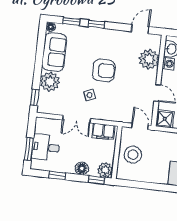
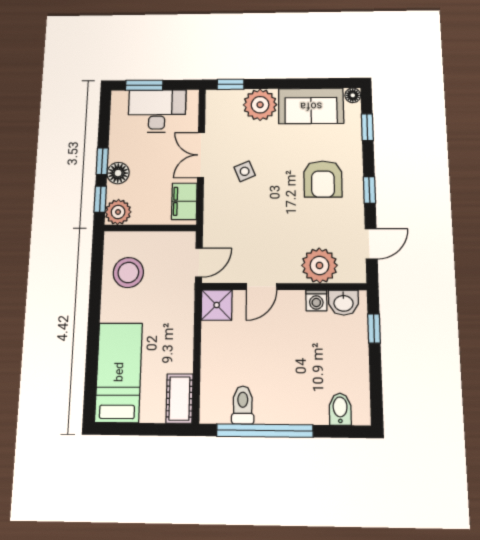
window: (96, 24) -> (369, 190), moved
door: (140, 29) -> (371, 244), hinge flipped
armchair: (104, 70) -> (323, 179), moved
desk: (46, 147) -> (157, 111), width x1.37
stool: (133, 155) -> (128, 272), moved
window: (57, 175) -> (102, 161), moved

